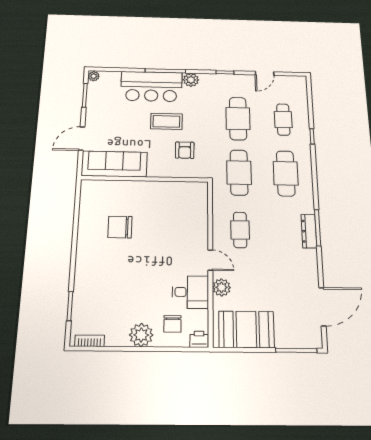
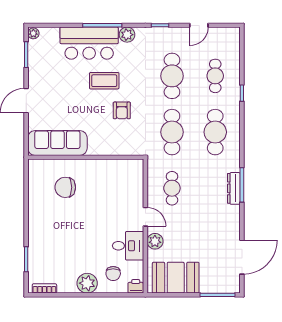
sofa: (114, 164) -> (57, 143), moved
wall: (145, 179) -> (86, 157), moved

